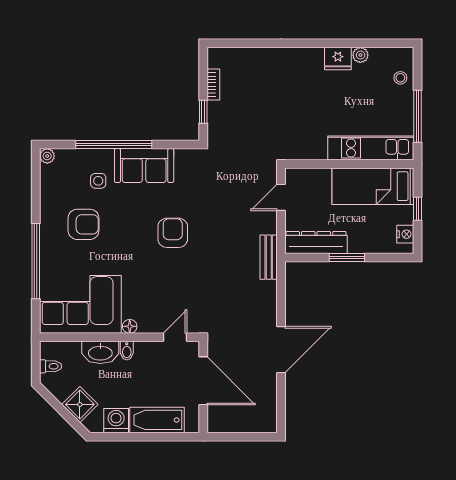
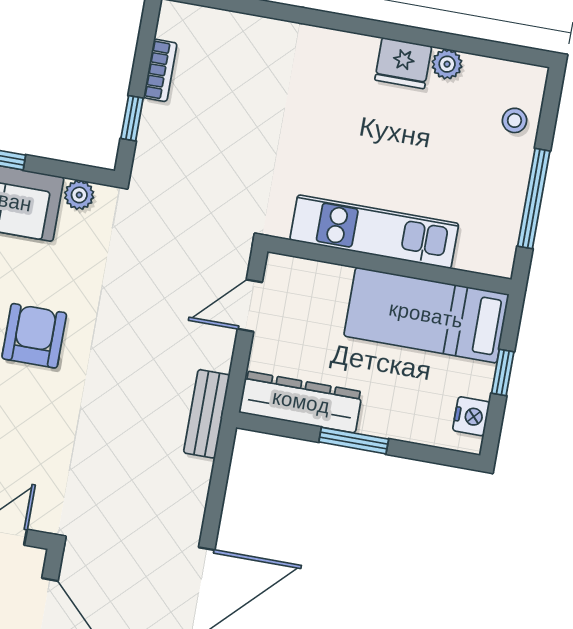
kitchen unit: (371, 148) -> (374, 232), moved
plant: (183, 156) -> (79, 195), added

